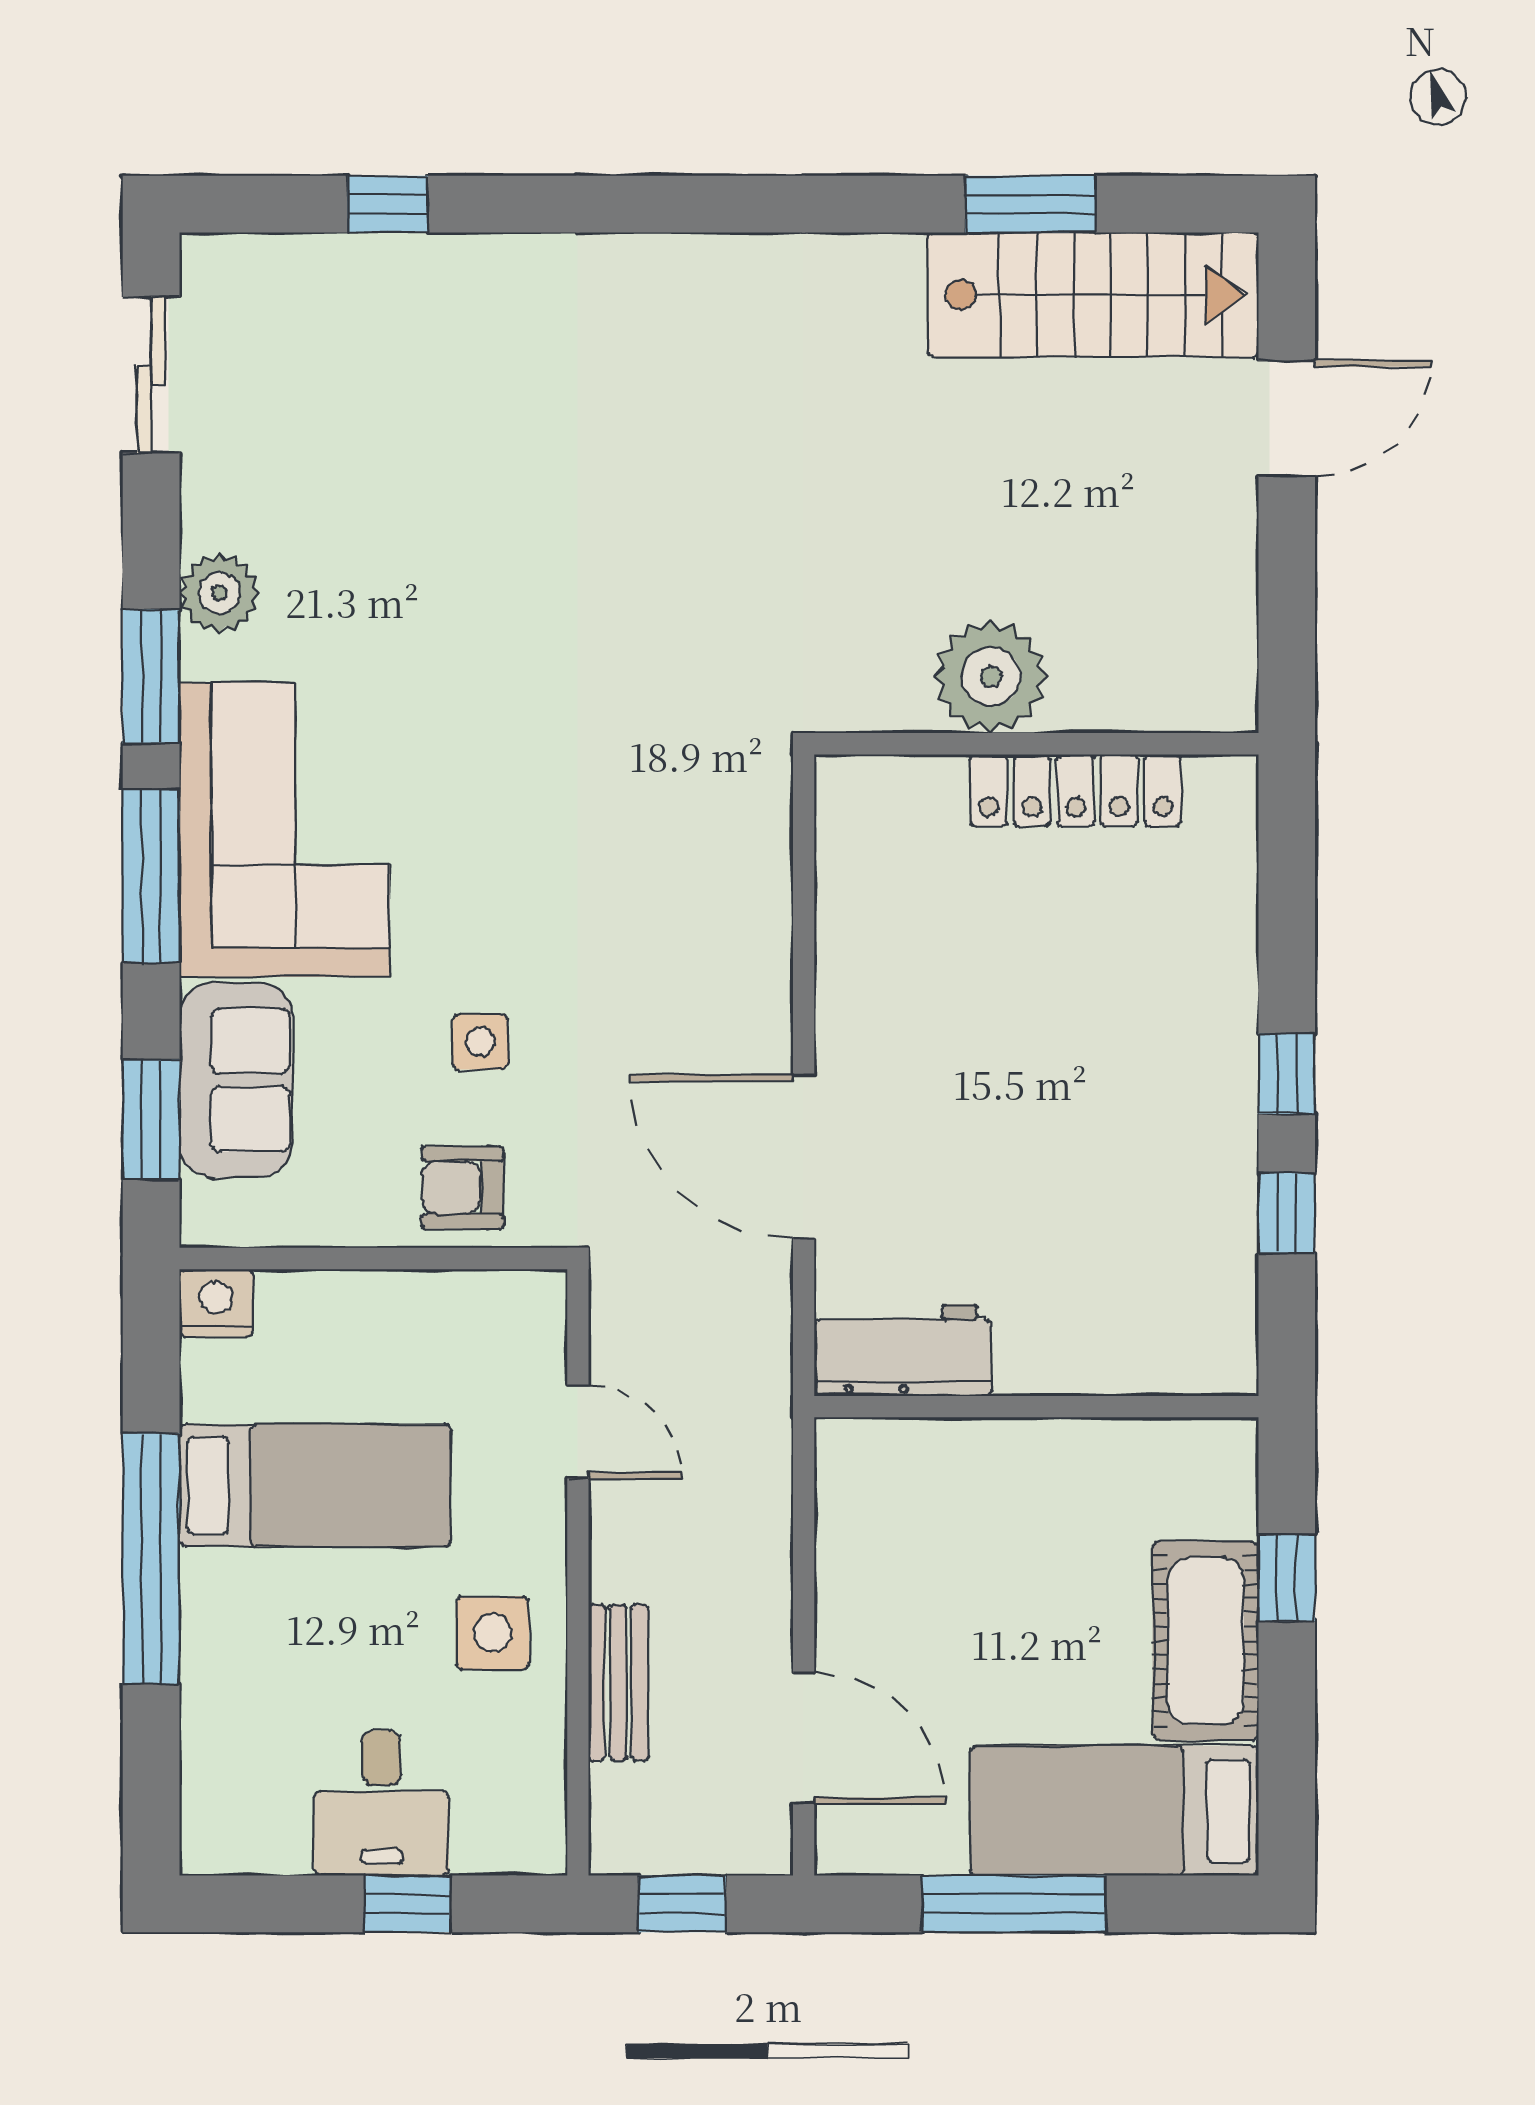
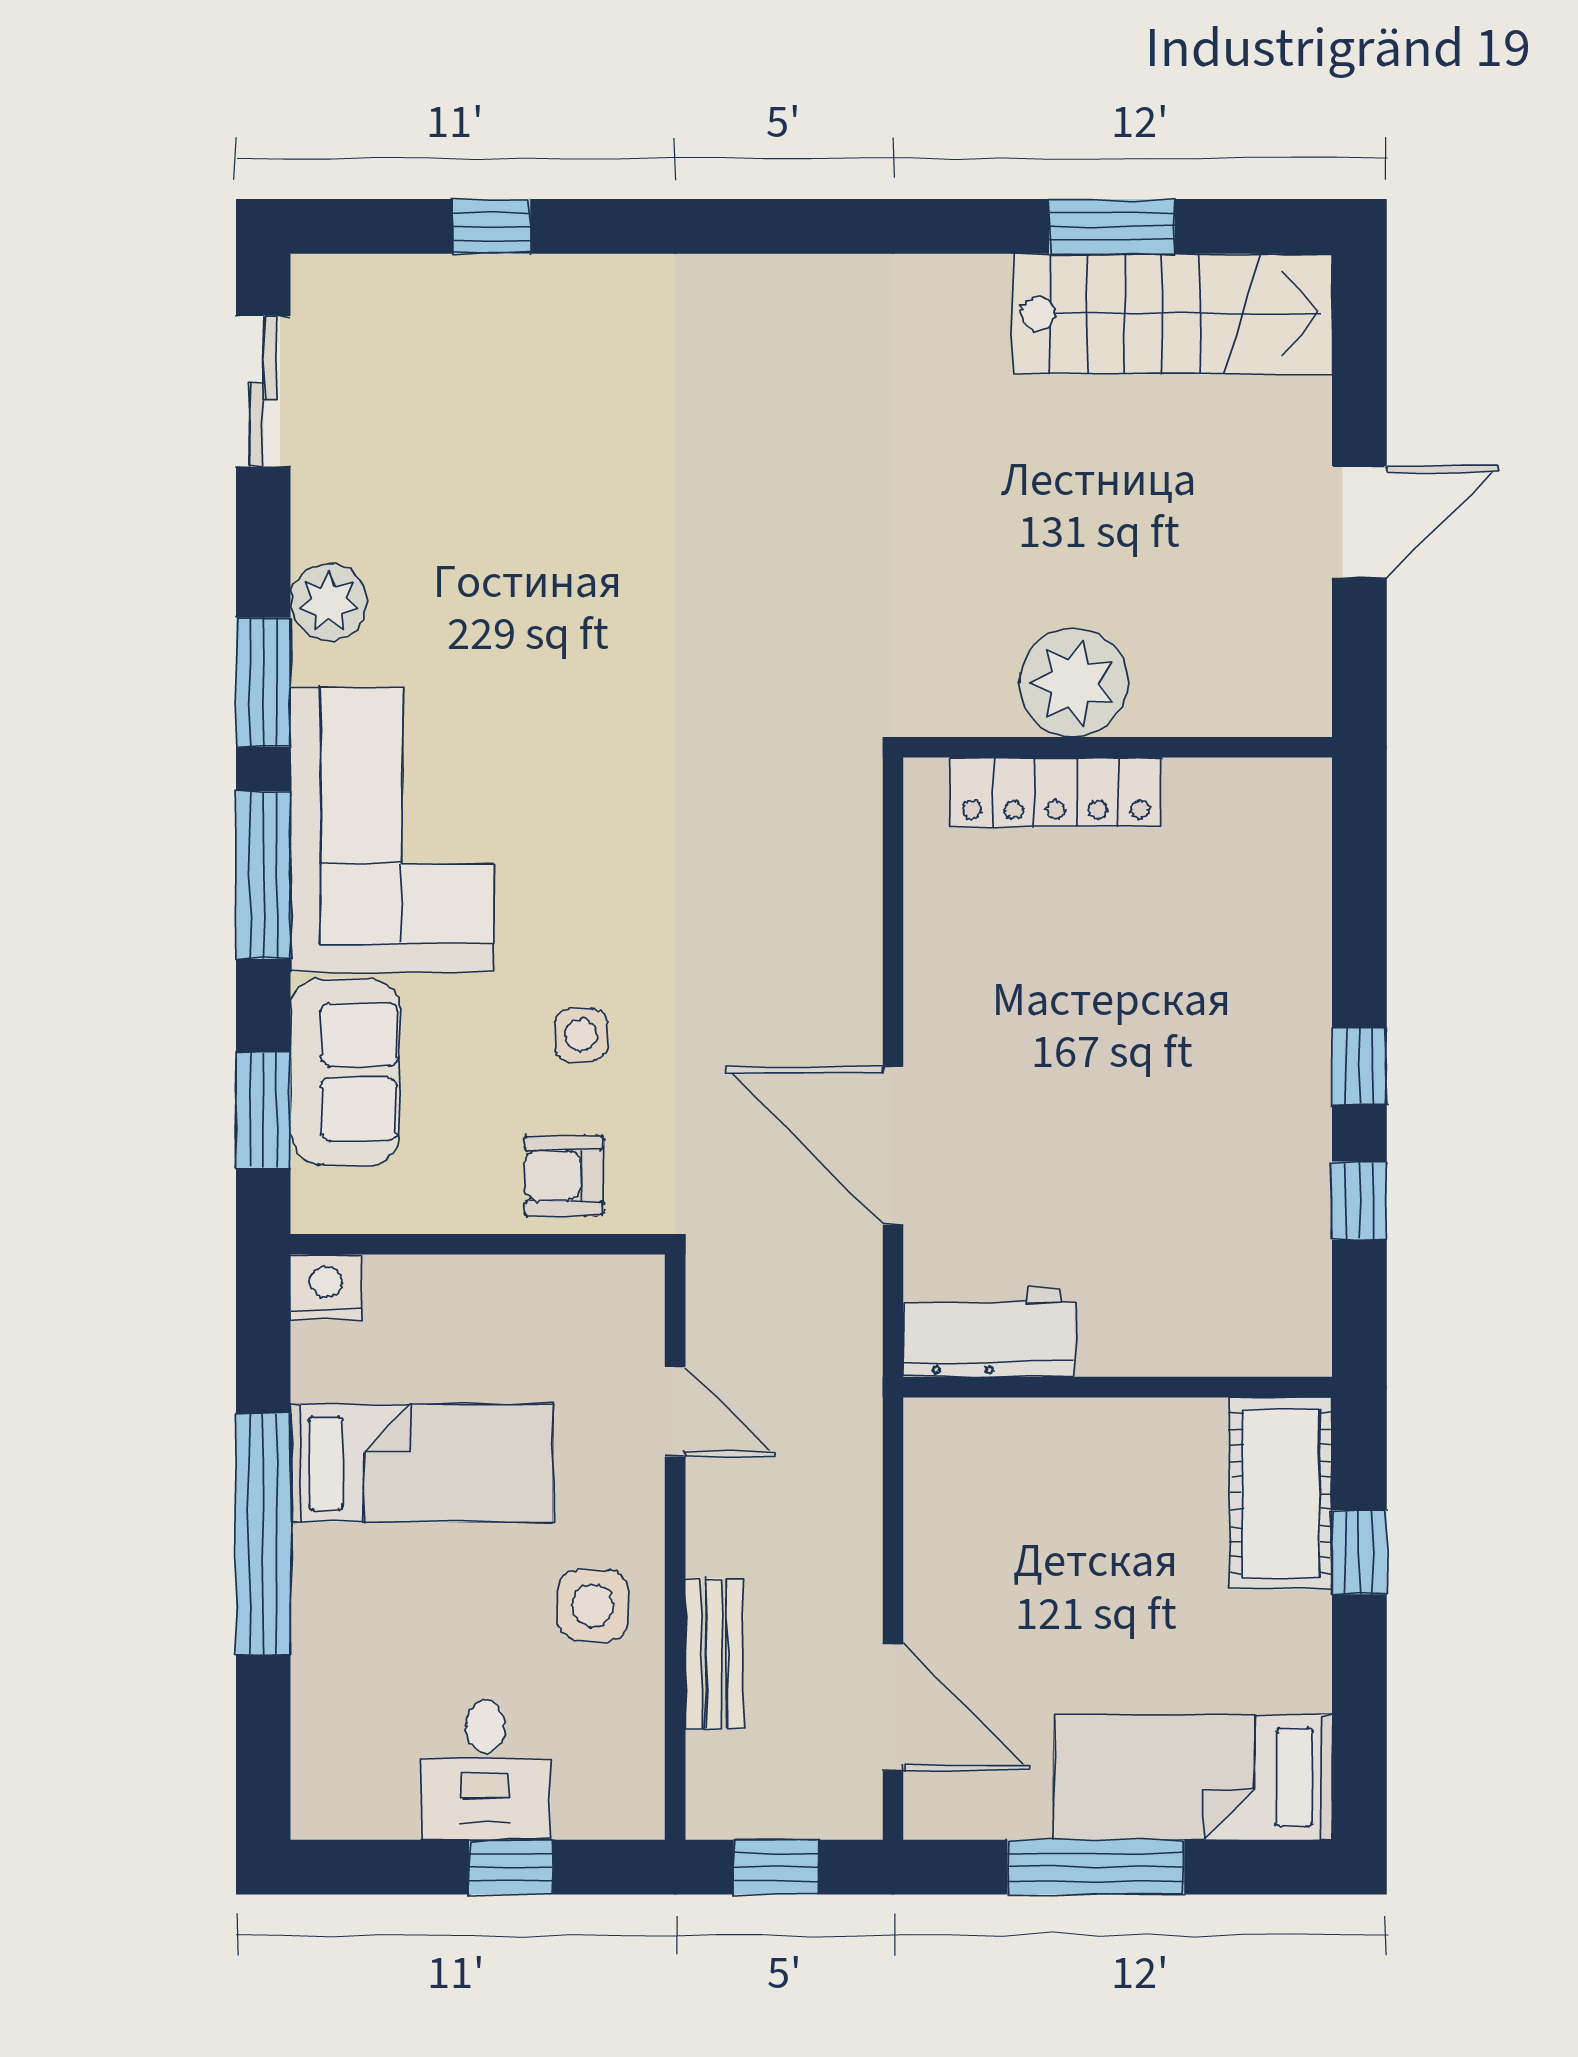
door: (1287, 418) -> (1359, 522), moved
locker: (1076, 790) -> (1056, 792), moved
cot: (1206, 1641) -> (1281, 1493), moved

